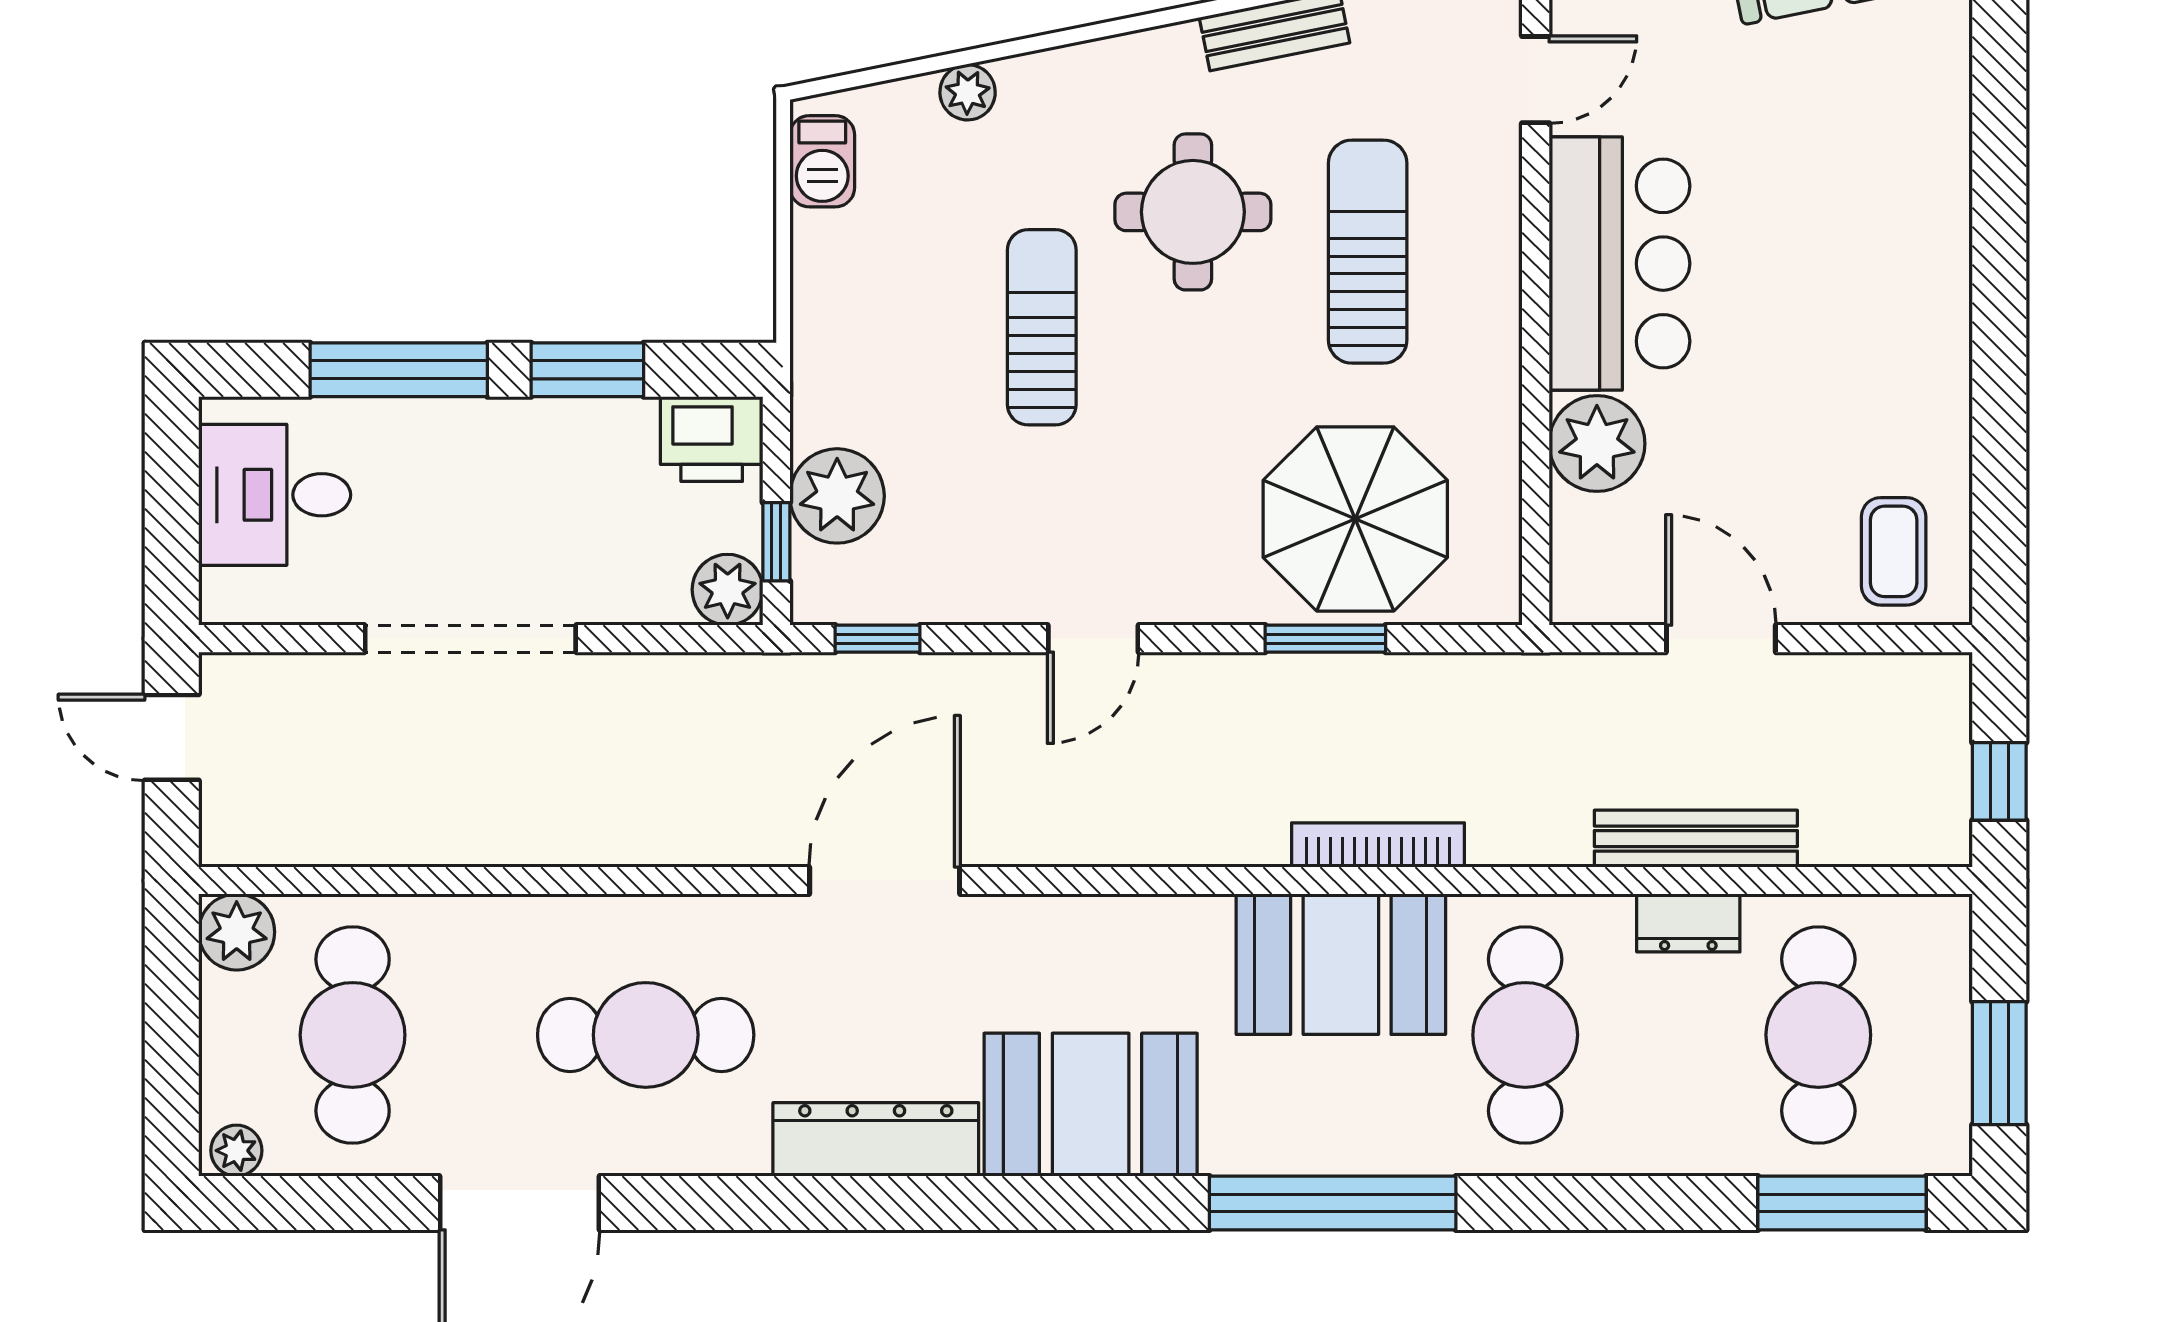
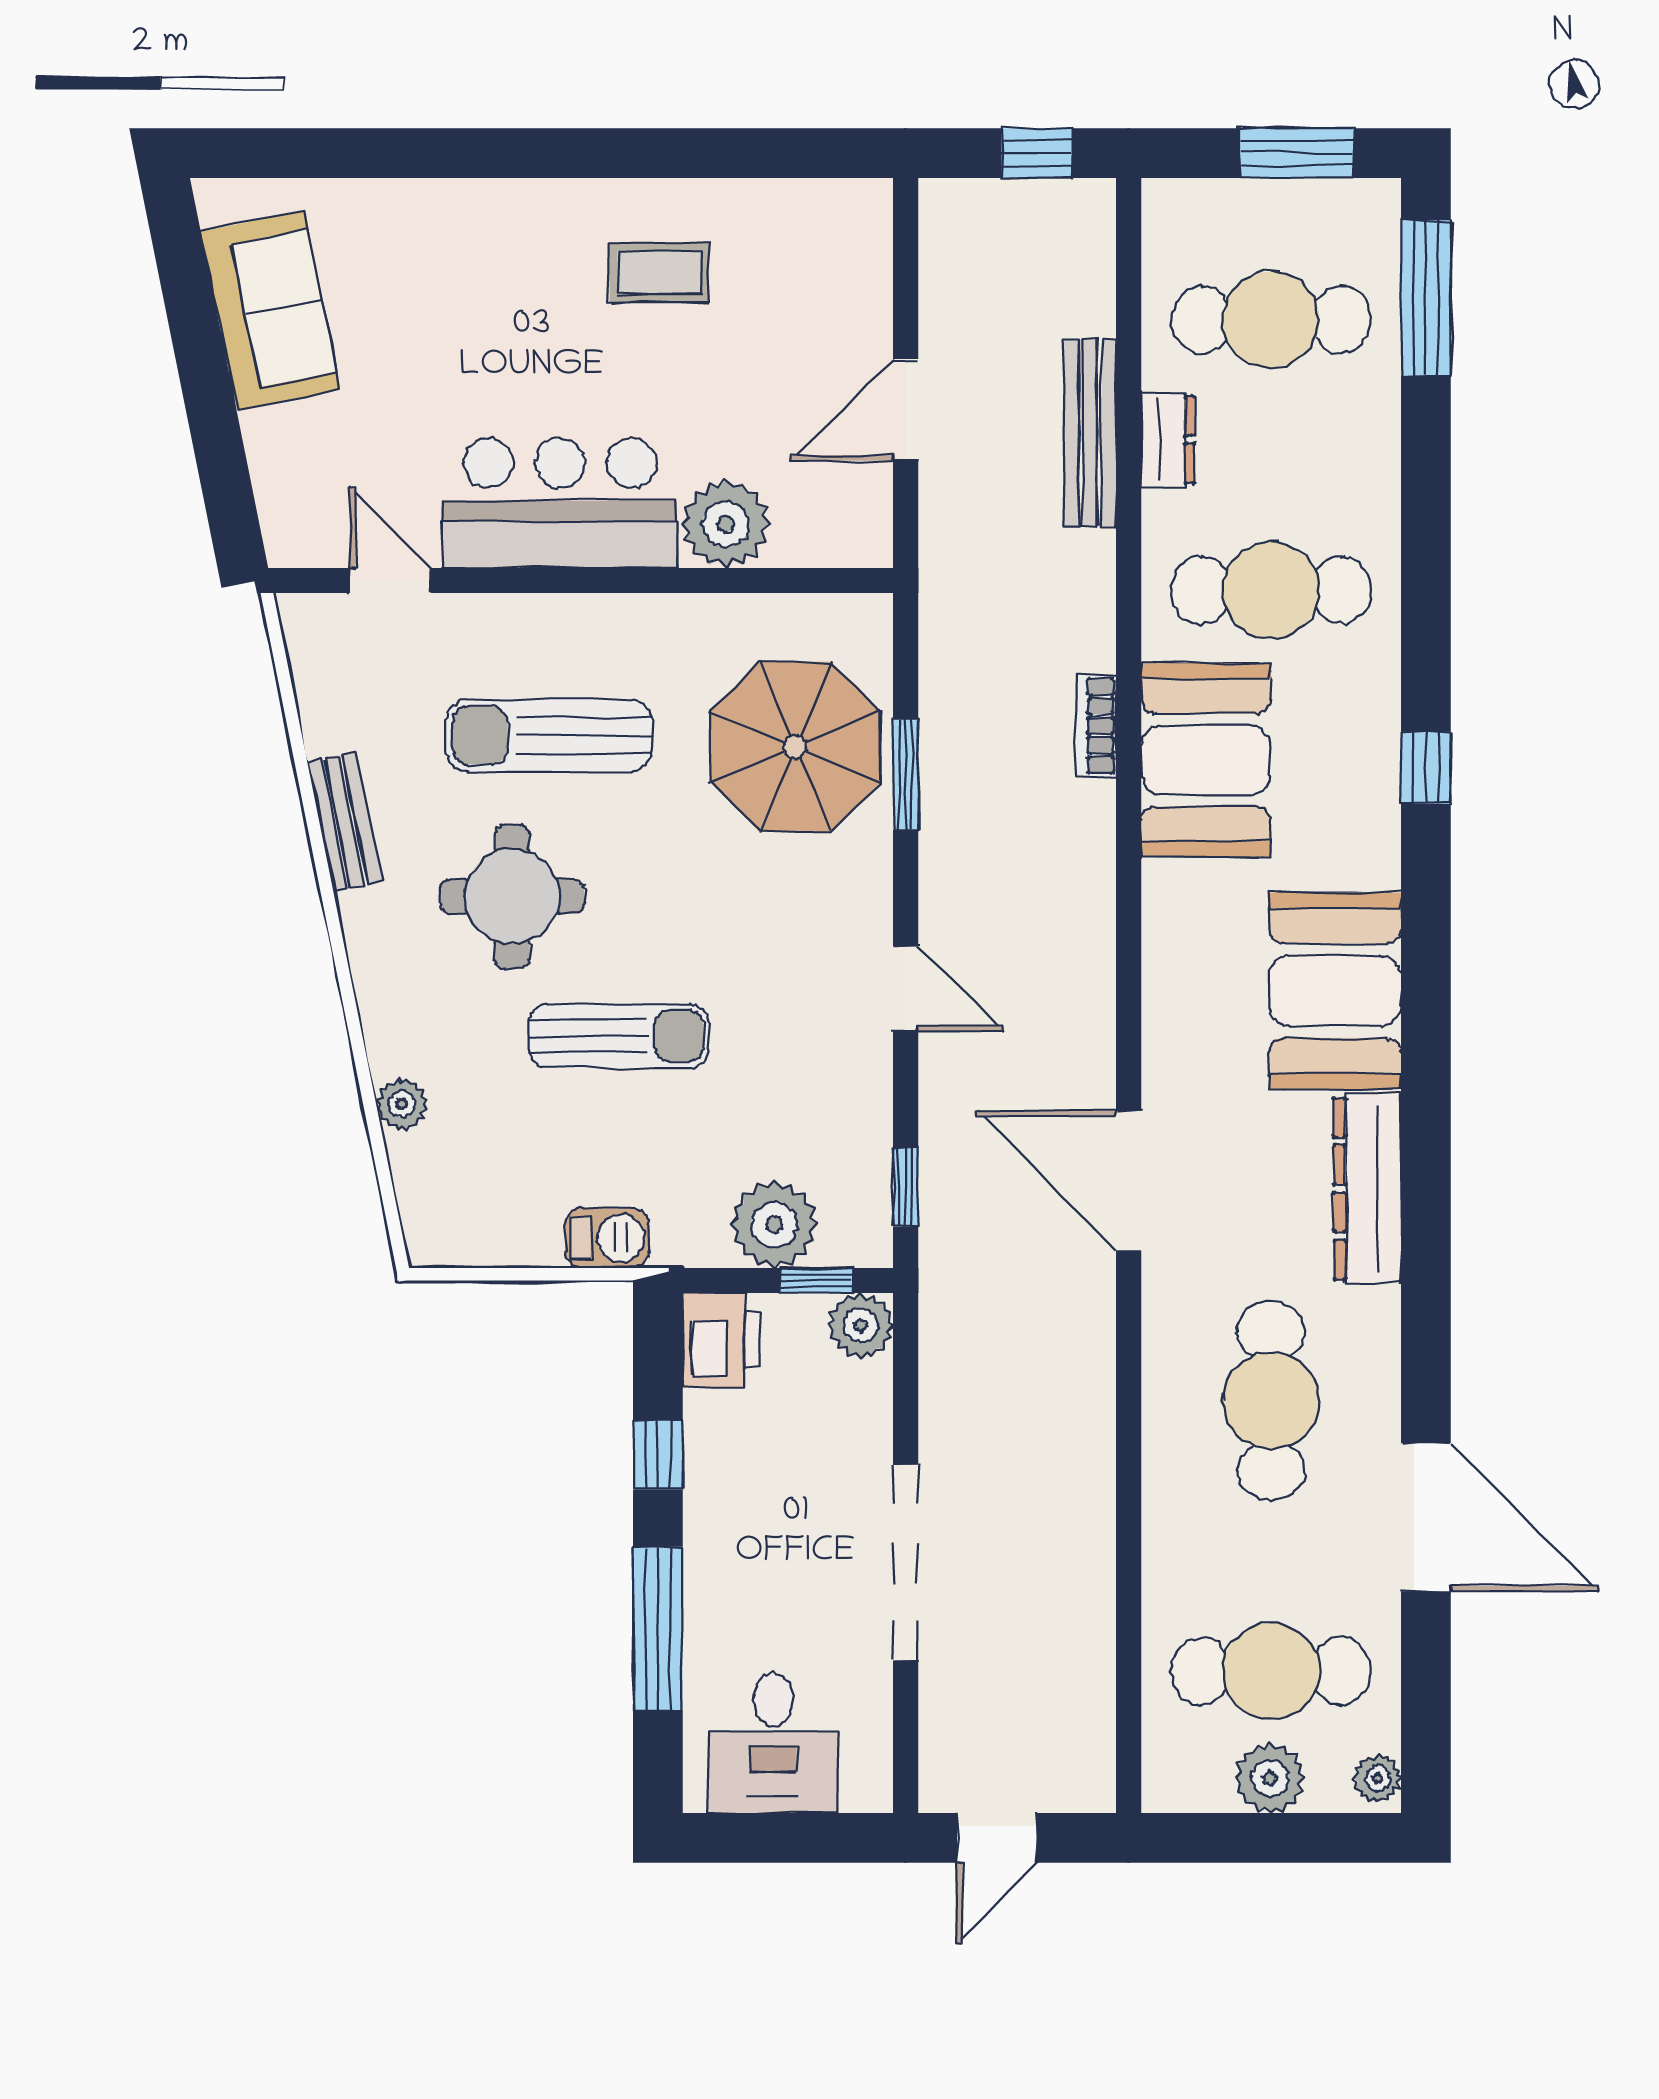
barbecue: (822, 161) -> (607, 1238), moved
sun lounger: (1042, 327) -> (619, 1036), turned 180
window: (587, 370) -> (658, 1455), width x0.67
coffee table: (1894, 551) -> (659, 273), moved
bookcase: (1378, 845) -> (1096, 726), width x0.64
plant: (237, 932) -> (1270, 1778), moved
window: (1333, 1203) -> (1426, 768), width x0.32

